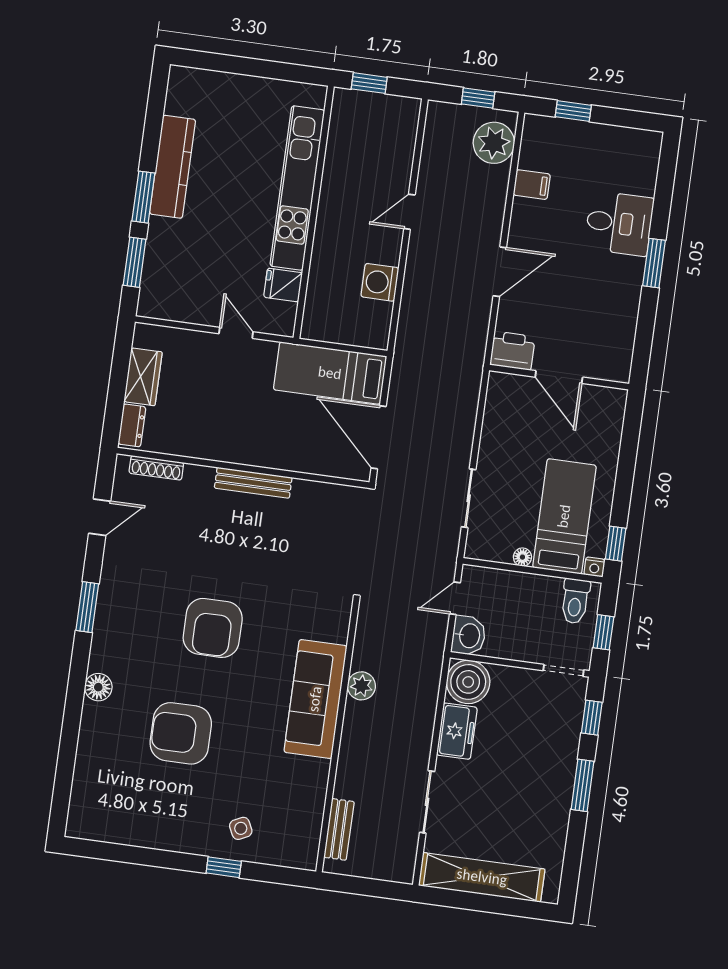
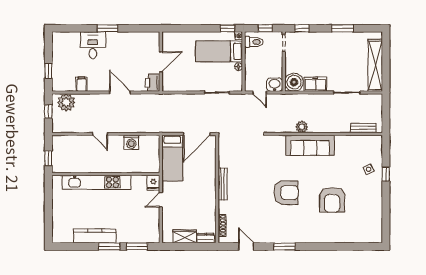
fridge: (283, 285) -> (153, 183), moved
floor lamp: (98, 687) -> (317, 237), removed
window: (582, 785) -> (342, 28), moved

